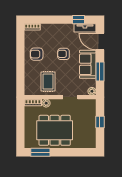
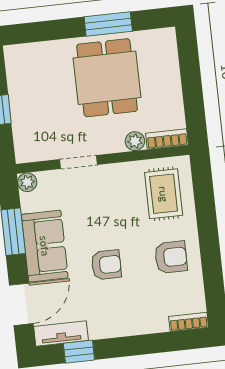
door: (100, 42) -> (21, 304), hinge flipped
rug: (48, 82) -> (164, 194), moved
dining table: (55, 130) -> (107, 78), width x0.73
window: (40, 152) -> (108, 24), moved

